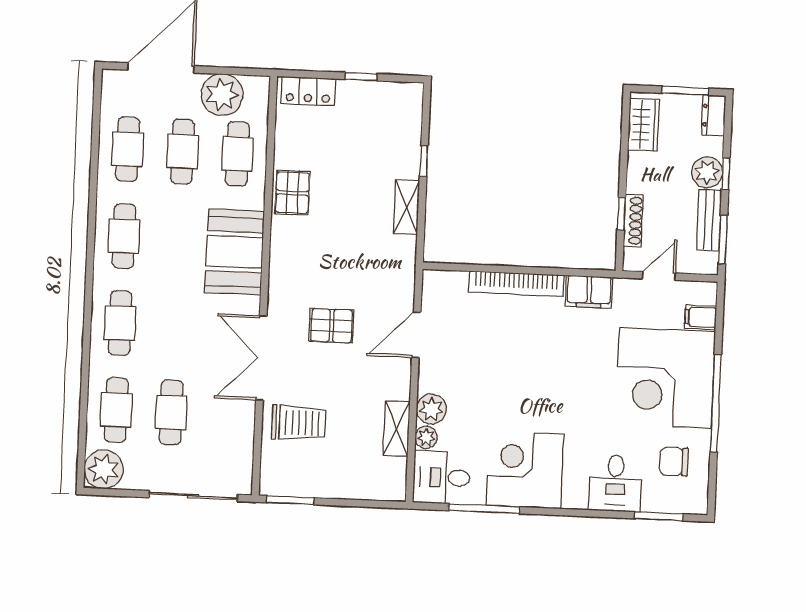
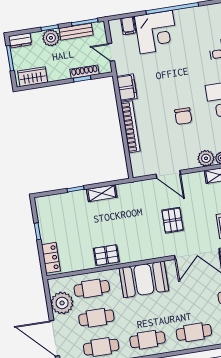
corner desk: (665, 378) -> (156, 32), width x0.74, depth x0.74
chair: (674, 462) -> (183, 116), moved

